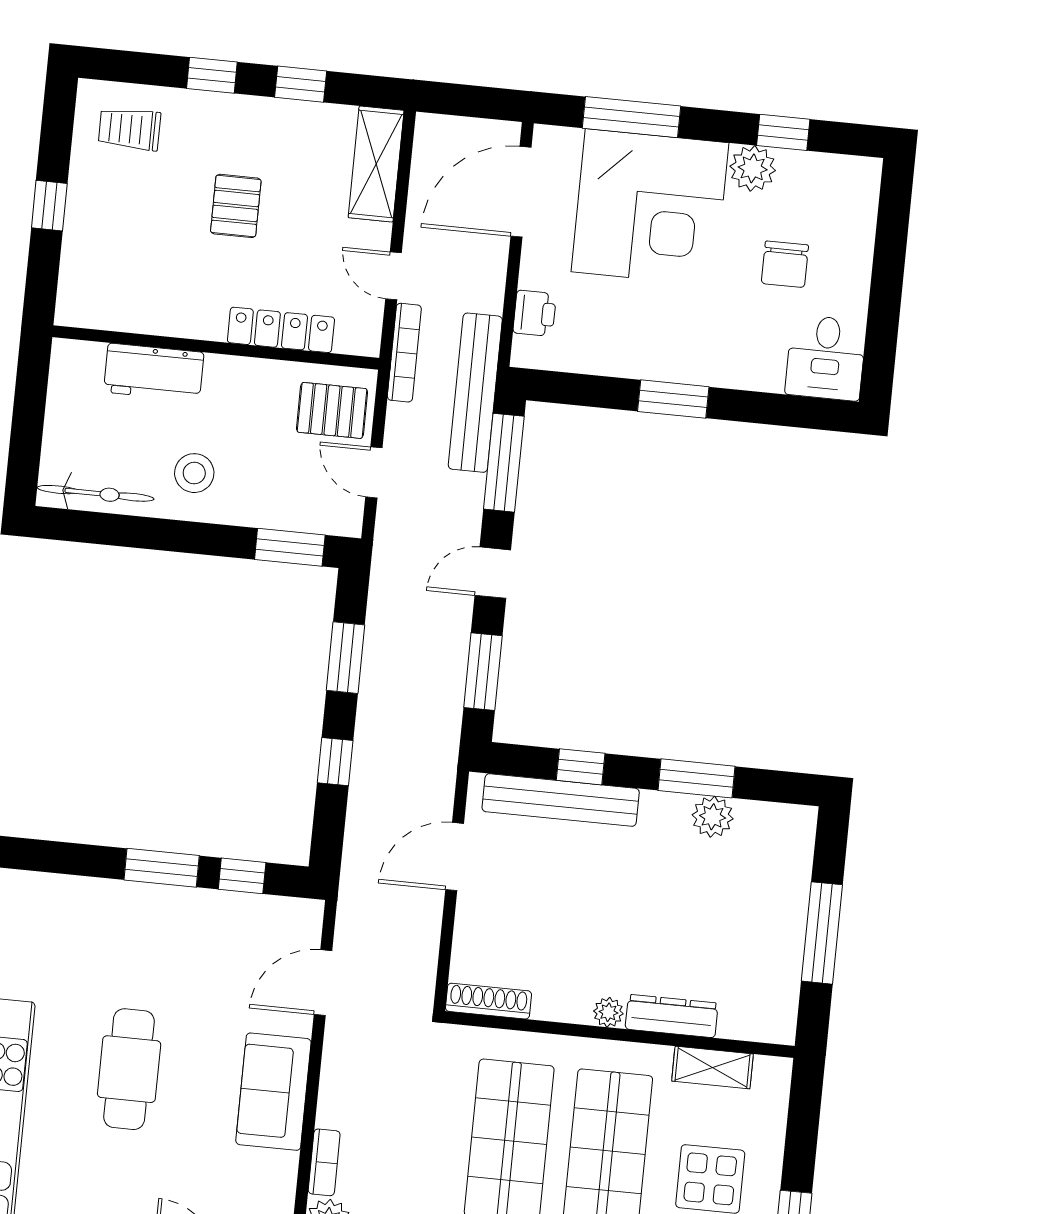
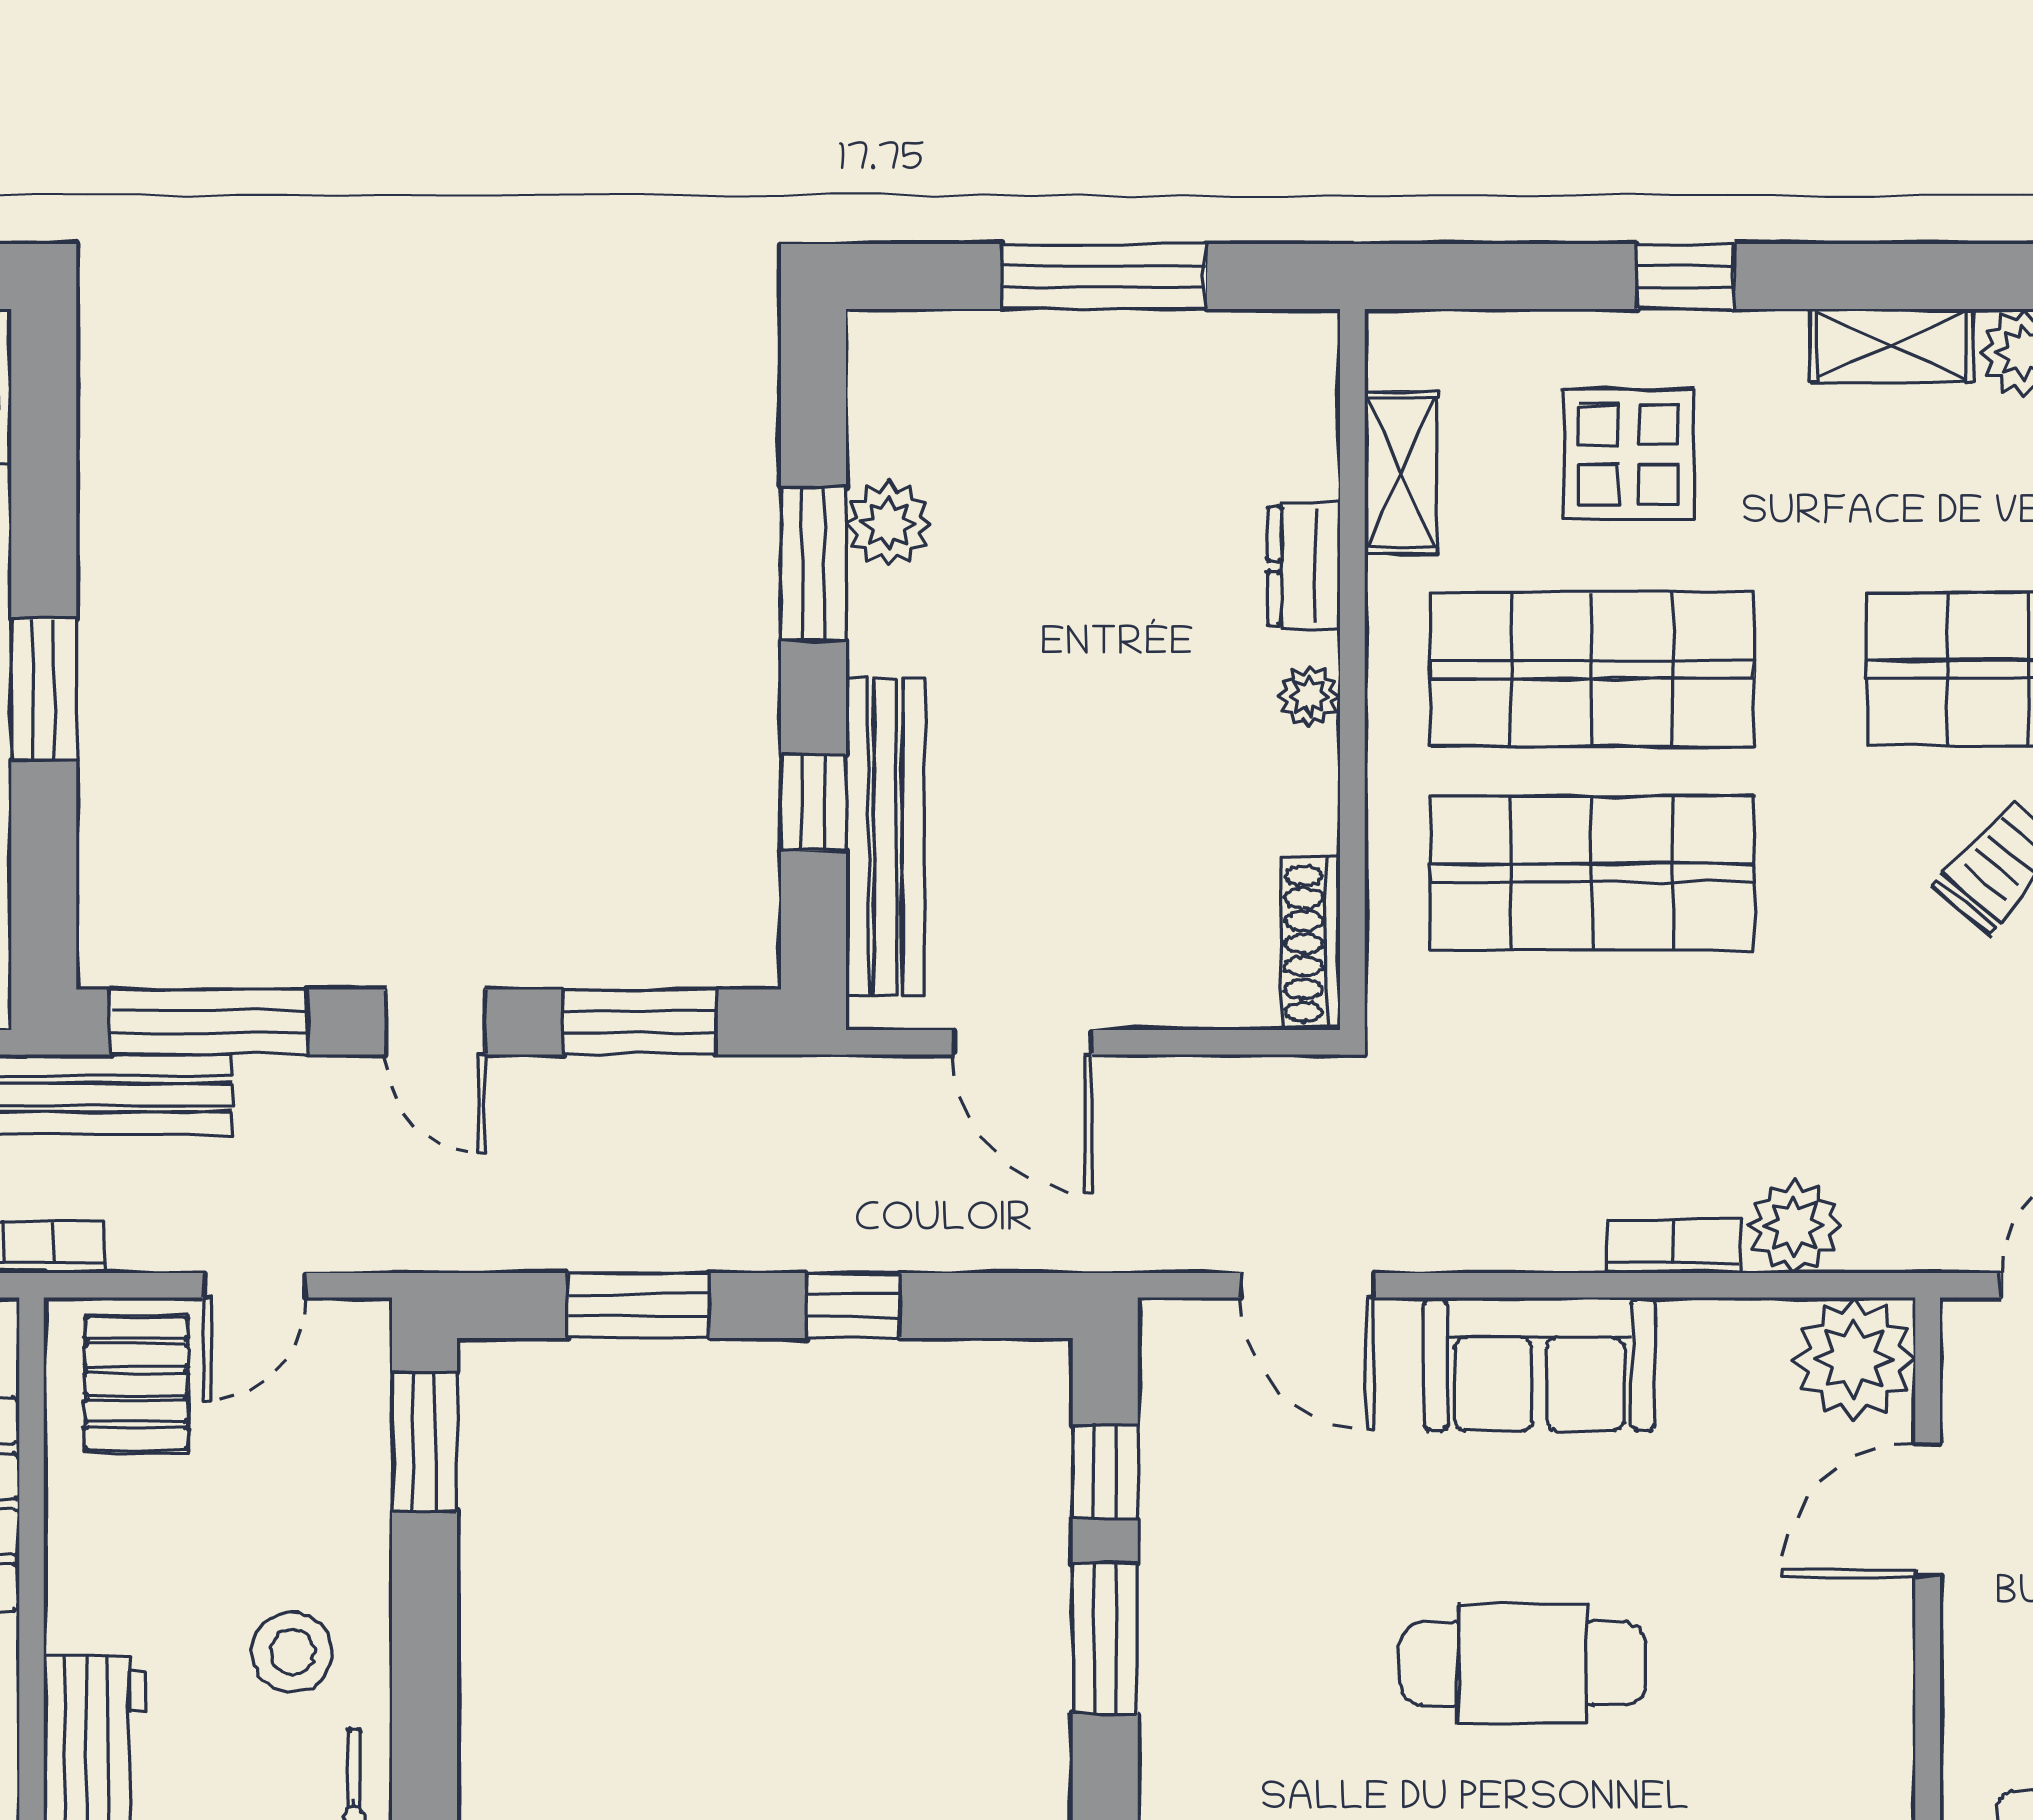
dresser: (672, 1016) -> (1304, 566), width x0.70

